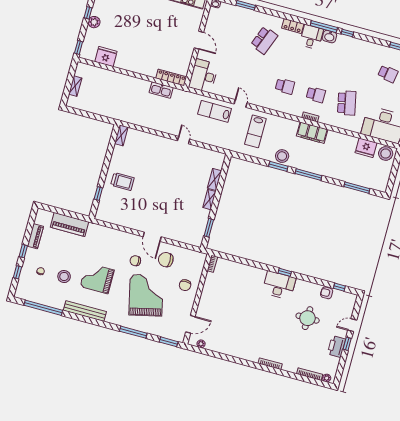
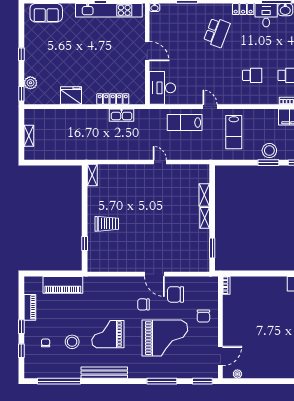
plant: (94, 22) -> (30, 83), moved
fridge: (106, 56) -> (71, 96), moved
locker: (171, 77) -> (113, 99), moved
grand piano: (146, 295) -> (165, 338), turned 103

